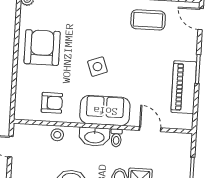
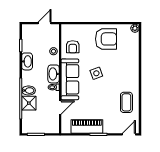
sofa: (105, 111) -> (70, 79), width x1.36

